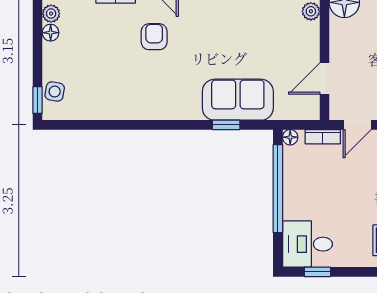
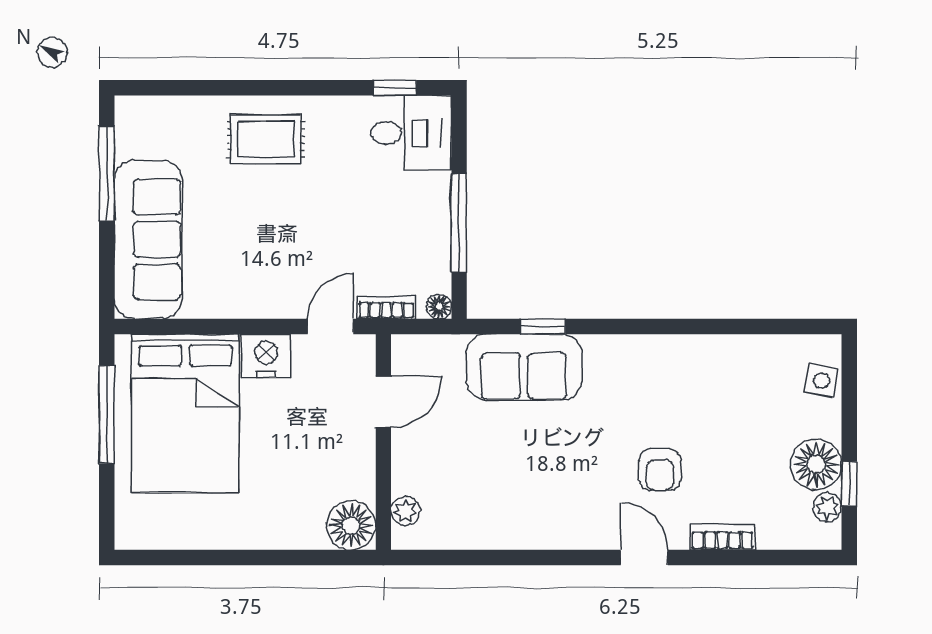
floor lamp: (51, 33) -> (816, 464), width x1.89, depth x1.89
window: (38, 100) -> (849, 484), moved
window: (278, 189) -> (459, 223), width x0.68

